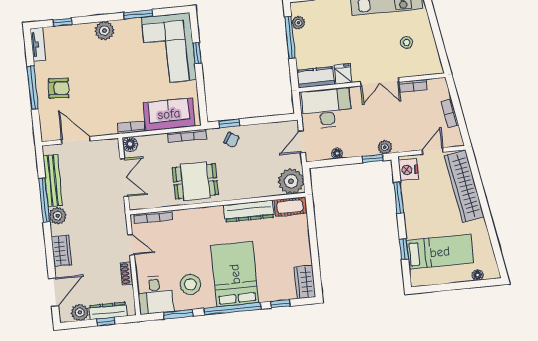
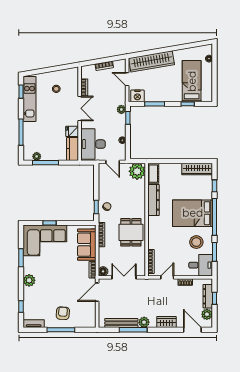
door: (76, 140) -> (97, 292), moved
wardrobe: (305, 282) -> (197, 169), width x1.50

